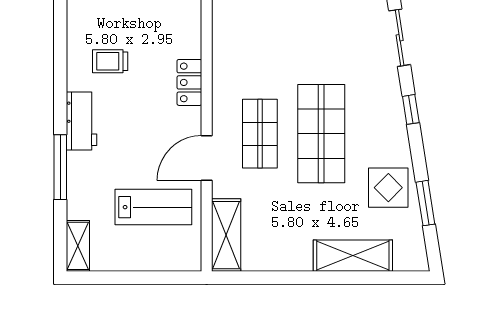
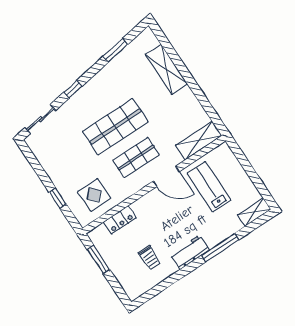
locker: (189, 82) -> (120, 220), moved
display table: (388, 188) -> (94, 195), moved

